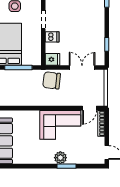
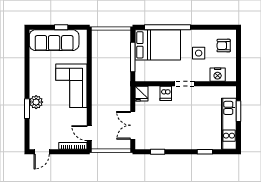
double door: (82, 68) -> (133, 125), swing flipped
chair: (52, 80) -> (119, 93), removed
corner sofa: (60, 125) -> (71, 86), moved

